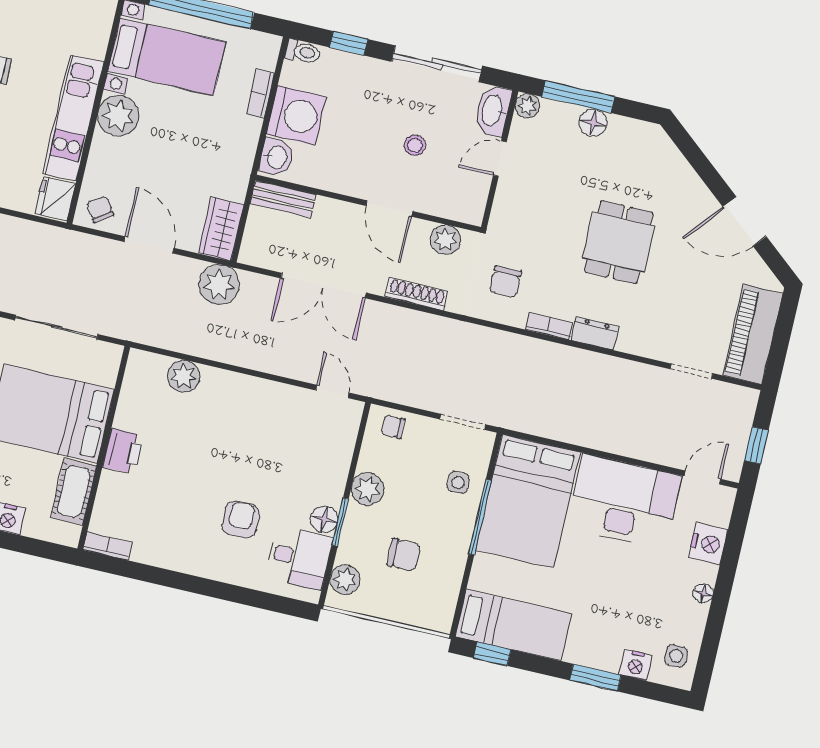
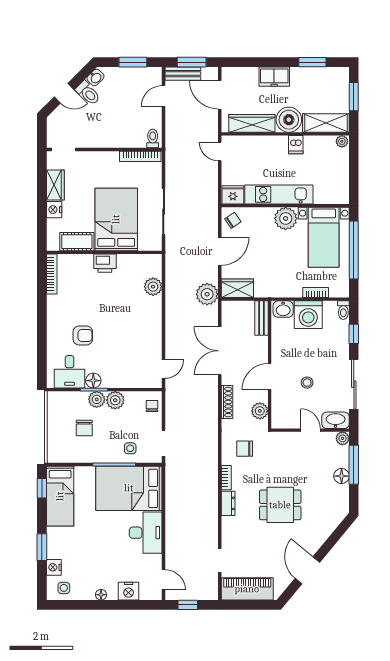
desk: (624, 501) -> (146, 533), width x0.73, depth x0.77
bookcase: (107, 546) -> (52, 274), width x1.56
plant: (345, 580) -> (97, 399), moved

